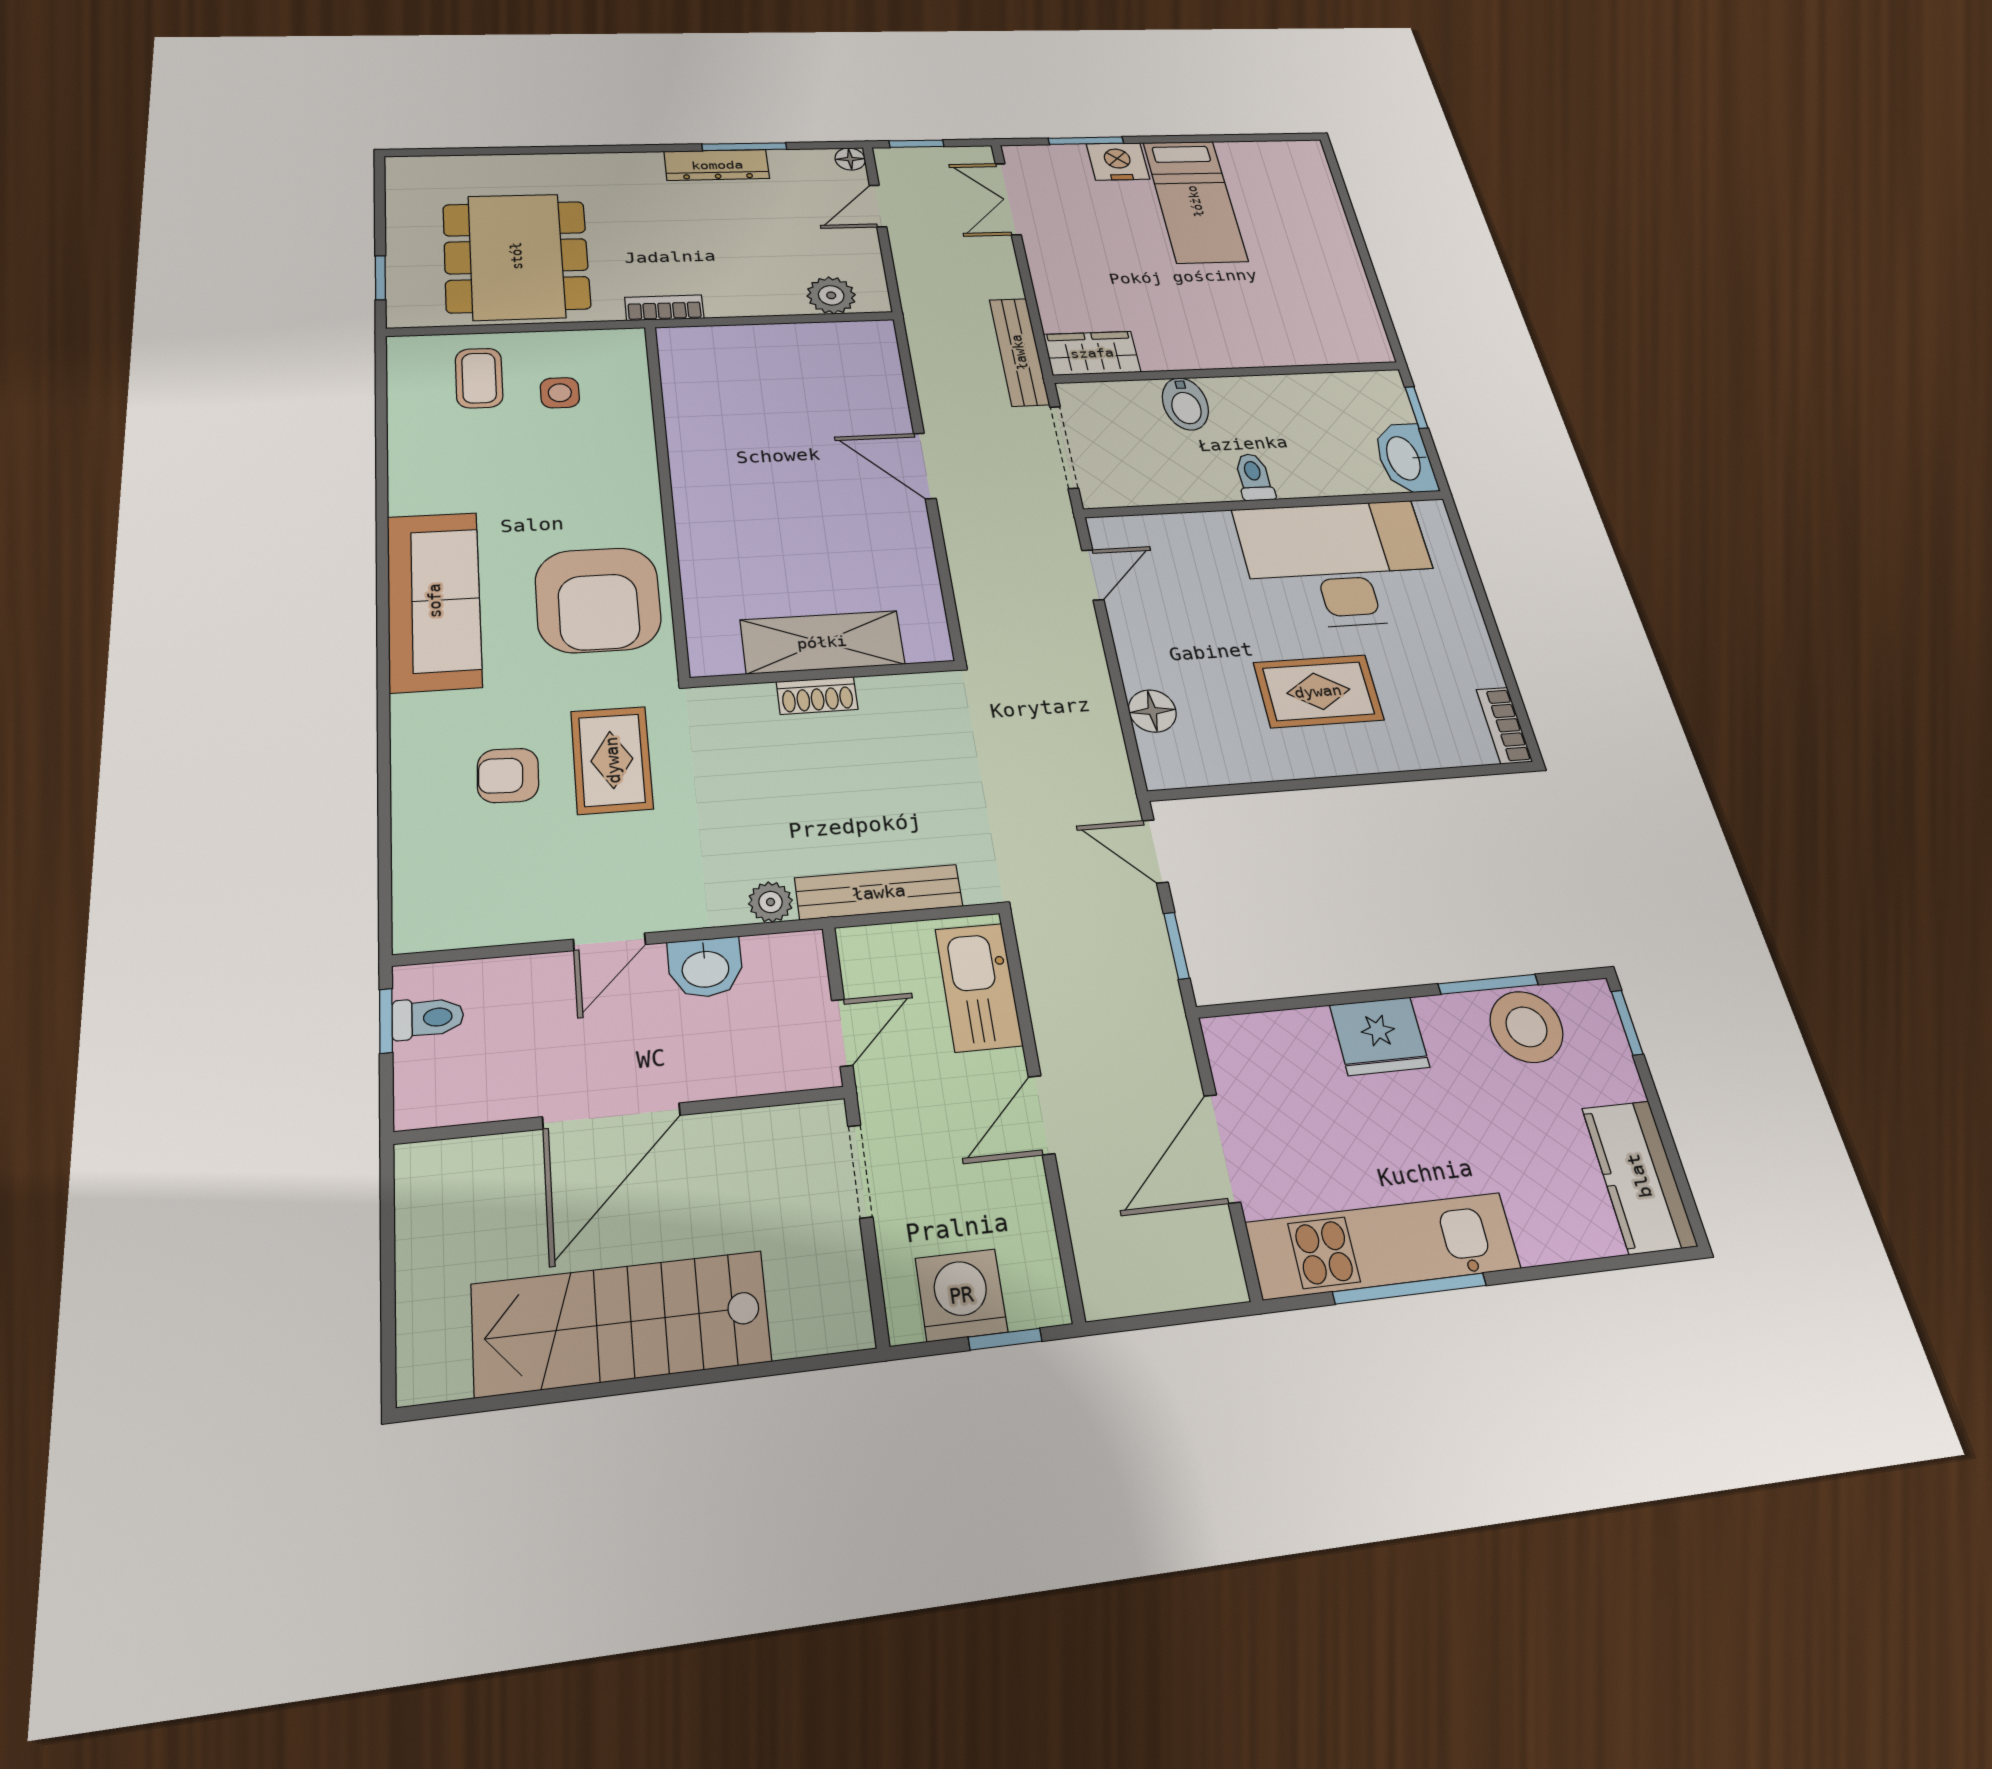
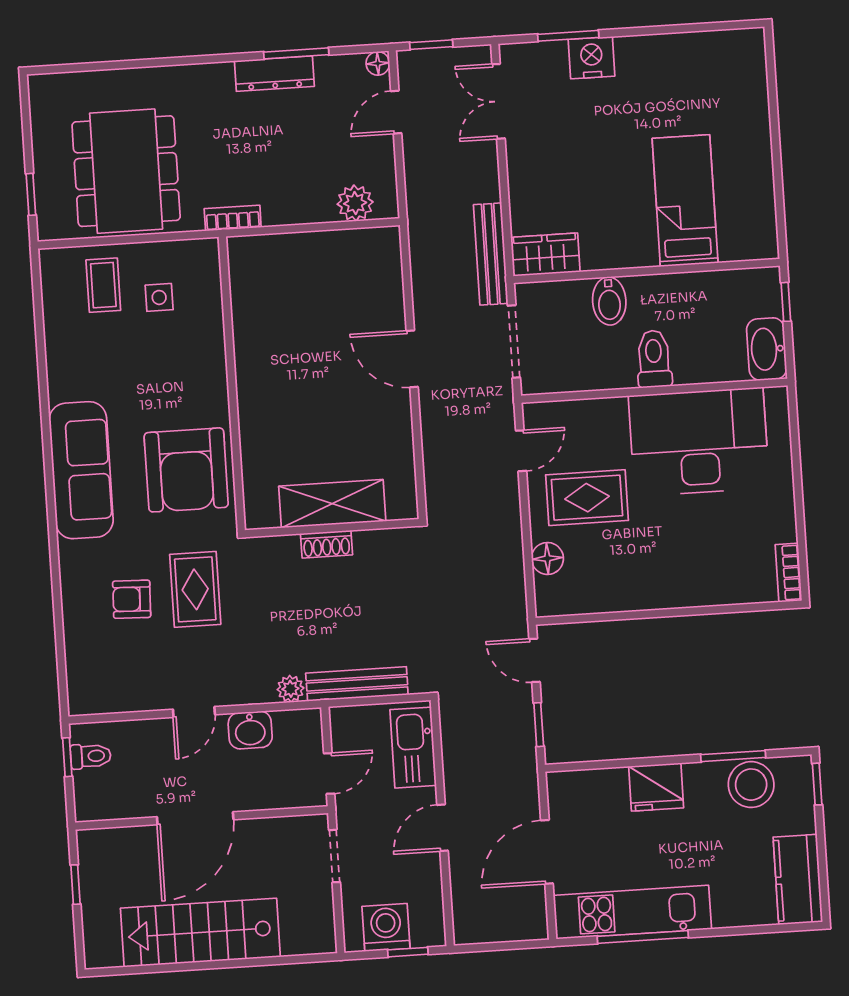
bed: (1195, 201) -> (685, 201), moved, turned 180
toilet: (1254, 477) -> (654, 359), width x1.37, depth x1.39
rug: (1318, 691) -> (587, 498), moved
window: (388, 1244) -> (76, 885), added

